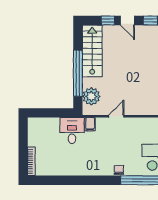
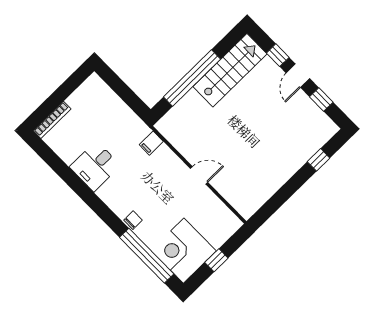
plant: (91, 96) -> (182, 116), removed
door: (116, 116) -> (199, 175), moved
desk: (72, 131) -> (95, 166), moved, turned 180

